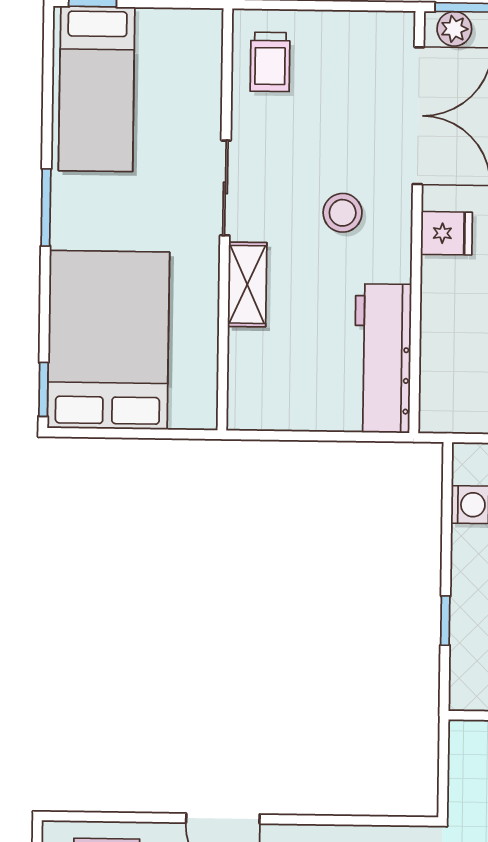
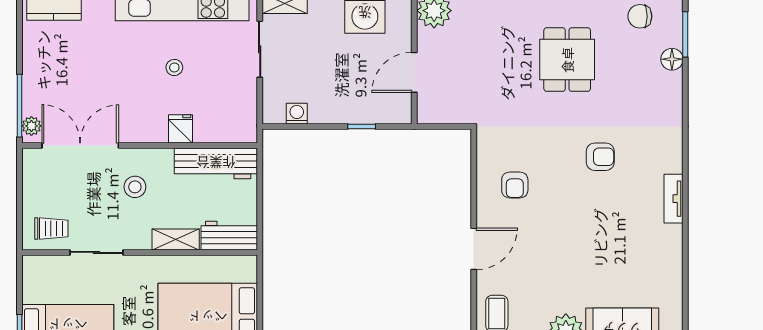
sliding door: (225, 188) -> (96, 252), moved
fridge: (446, 233) -> (181, 129), moved
workbench: (253, 381) -> (229, 236), added

